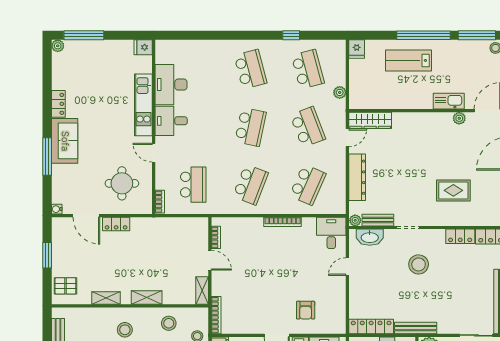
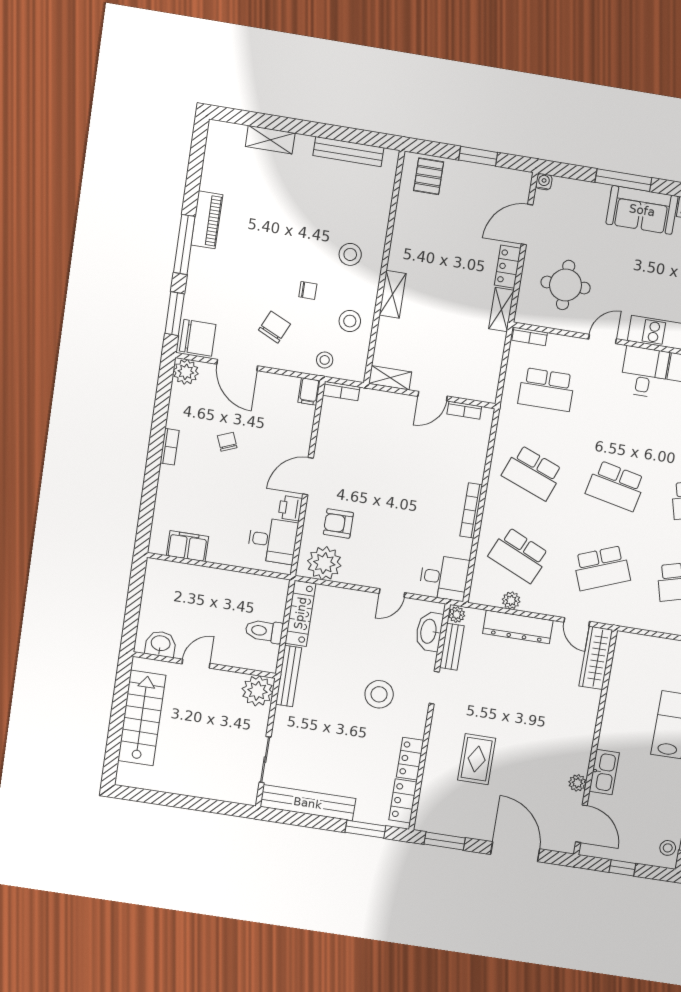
plant: (340, 92) -> (511, 600), moved
door: (347, 267) -> (392, 593), swing flipped
shelving: (106, 298) -> (501, 309), moved
bookcase: (216, 315) -> (341, 391), width x0.64
plant: (334, 316) -> (324, 563), added

